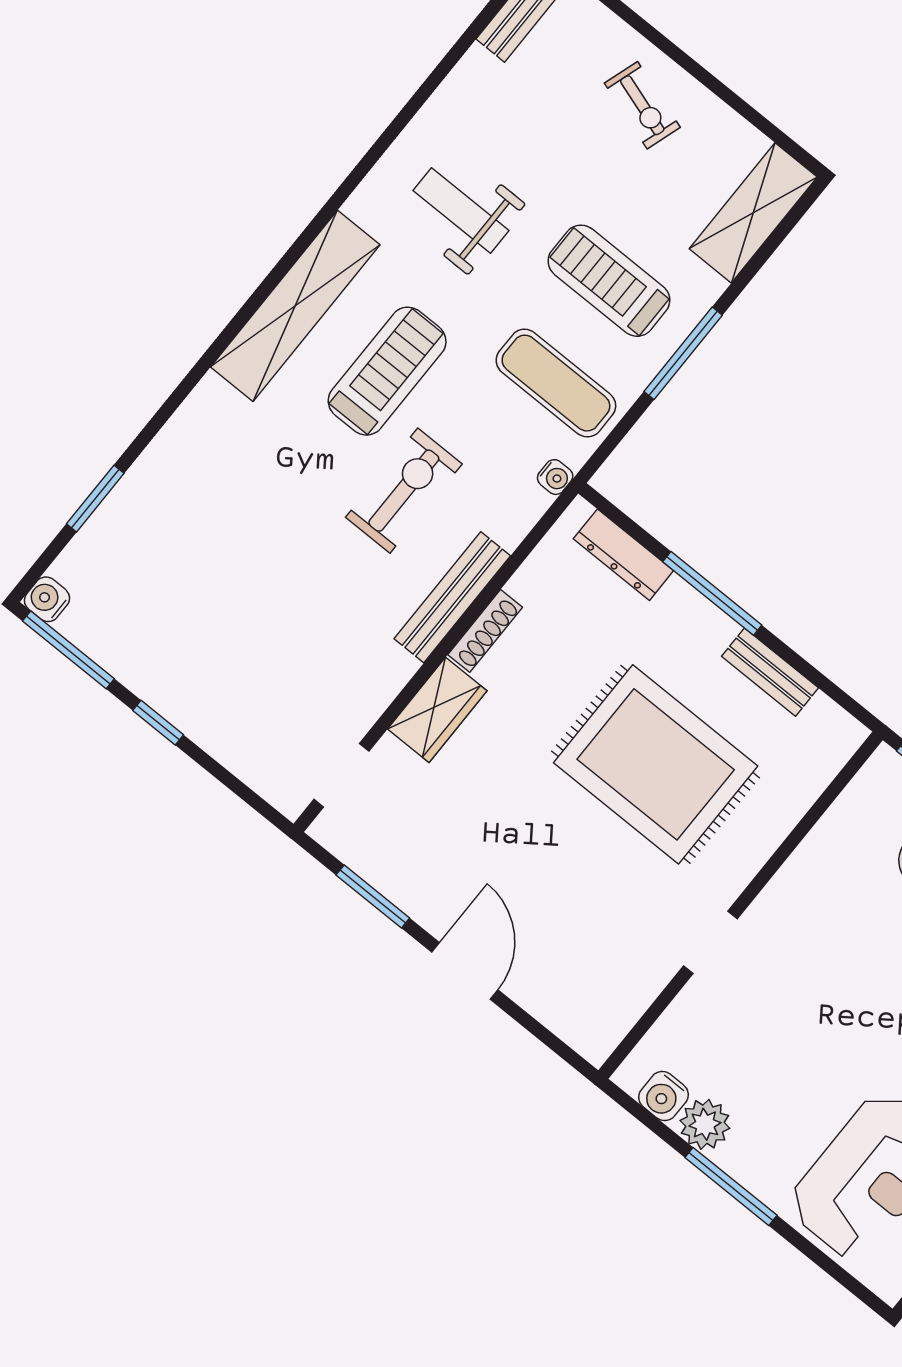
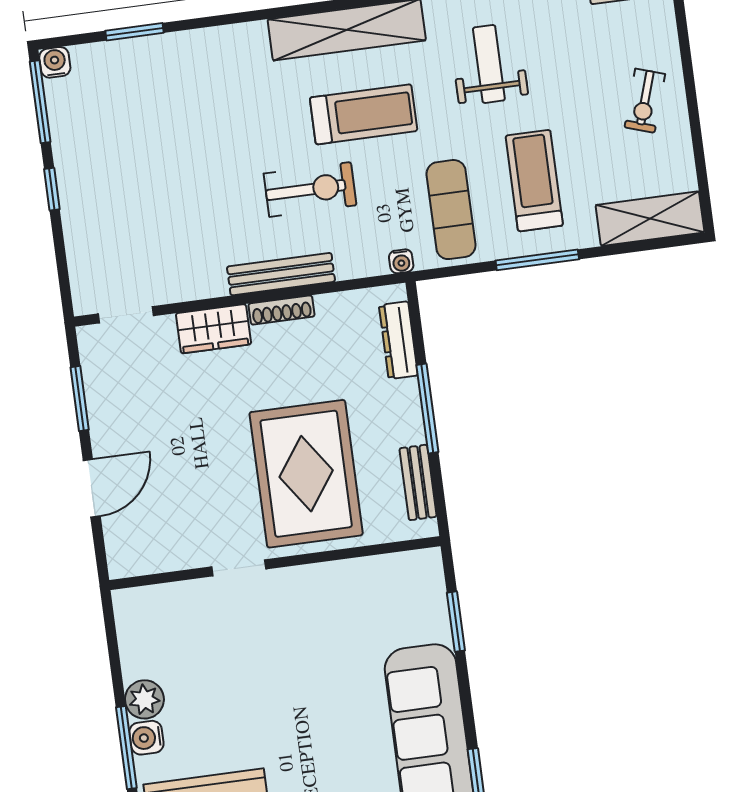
wall: (740, 905) -> (275, 563), moved
doorway: (710, 942) -> (239, 568), moved
water cooler: (663, 1096) -> (146, 738), moved

